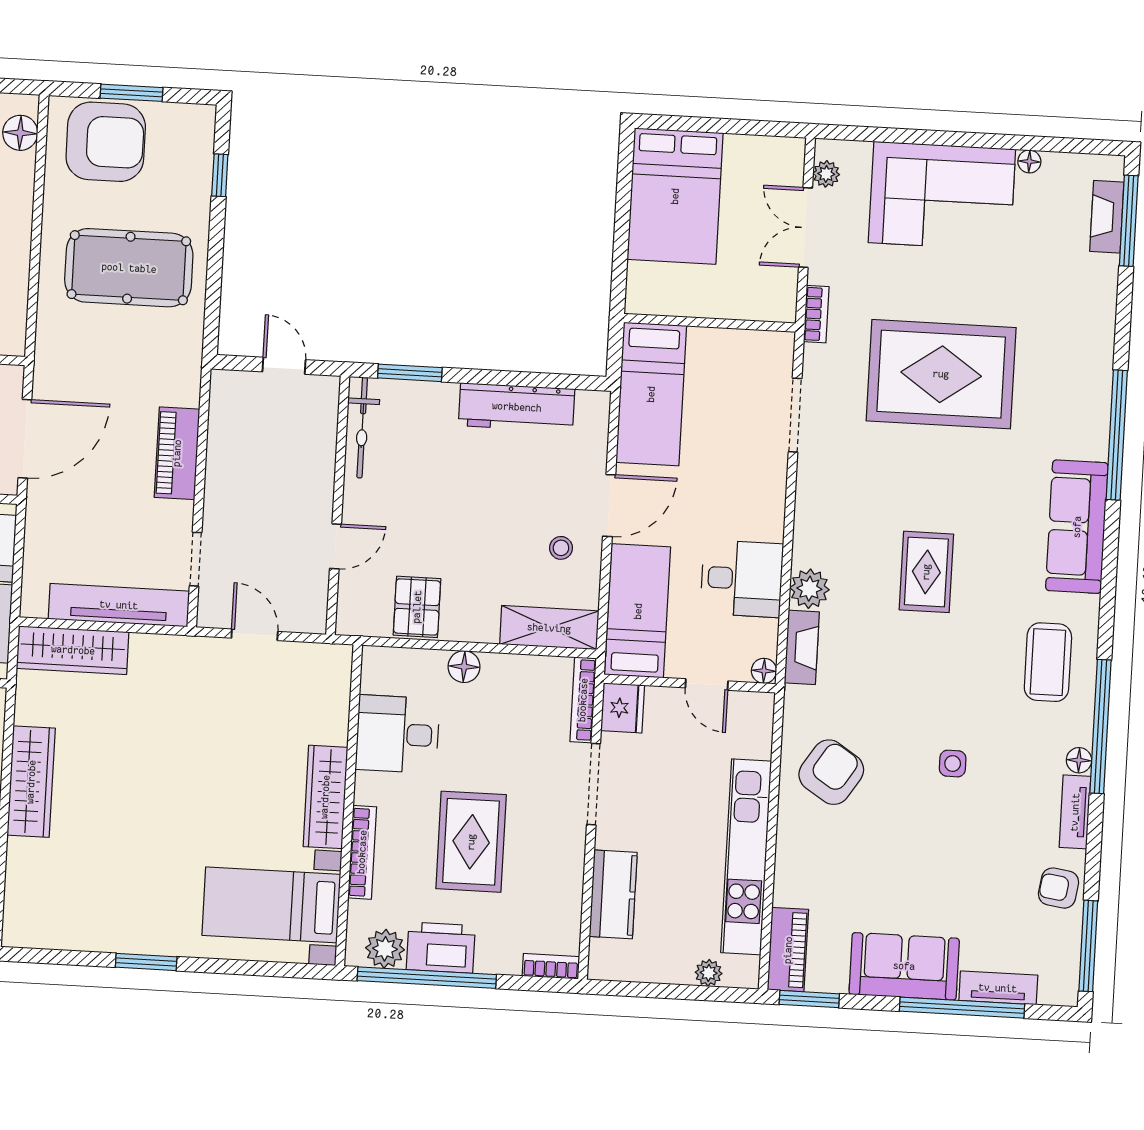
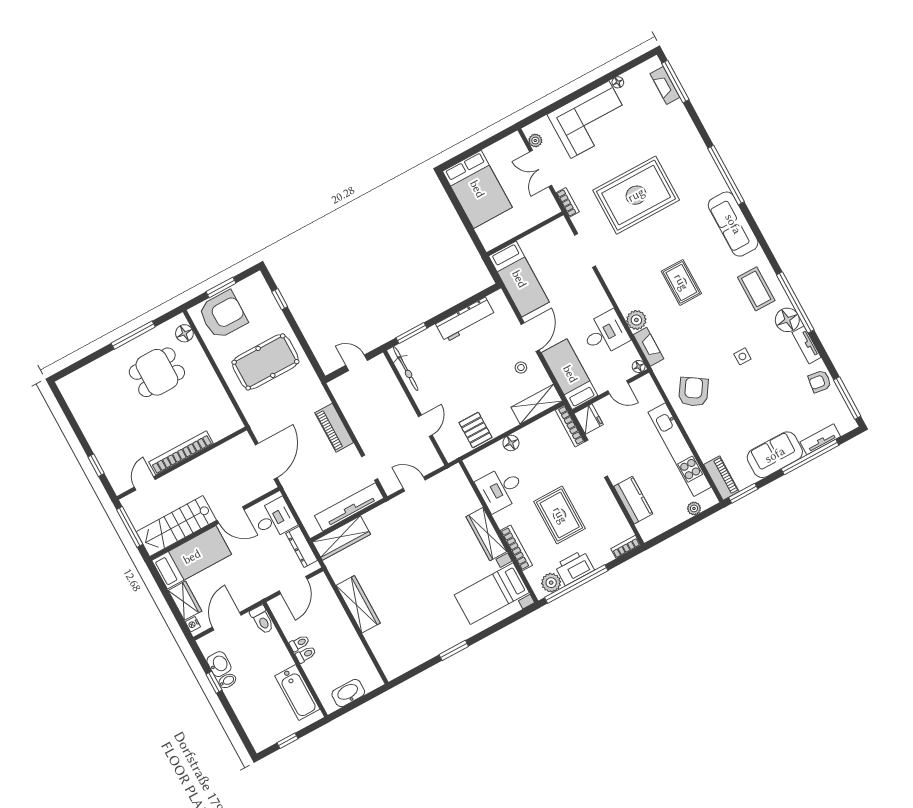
floor lamp: (1079, 760) -> (787, 320), width x1.89, depth x1.89

